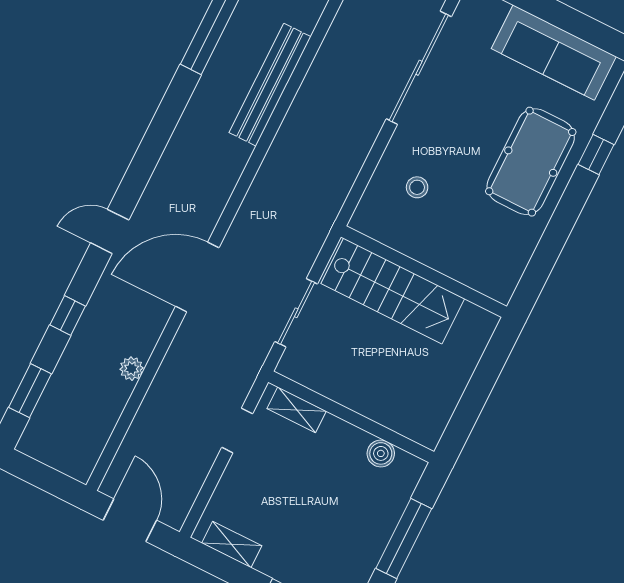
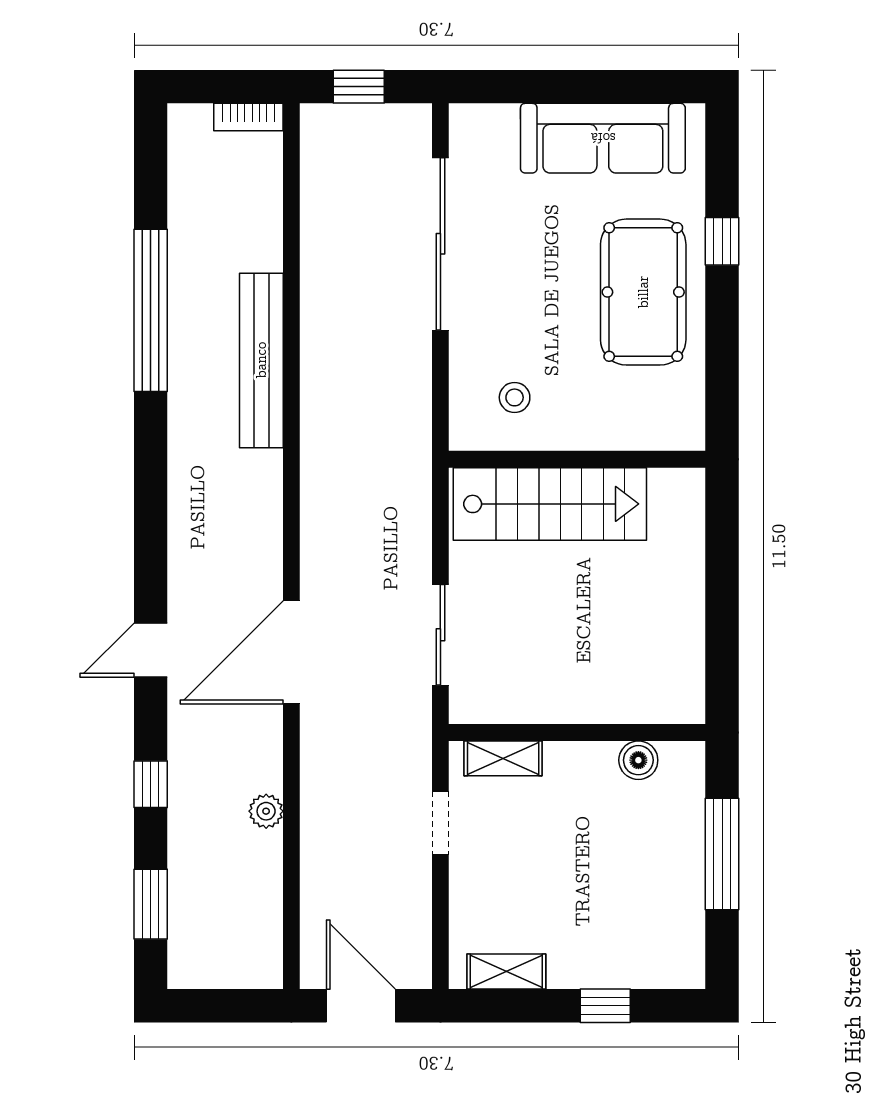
wall: (424, 272) -> (577, 459), moved
stairs: (393, 291) -> (550, 504), moved

